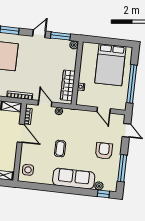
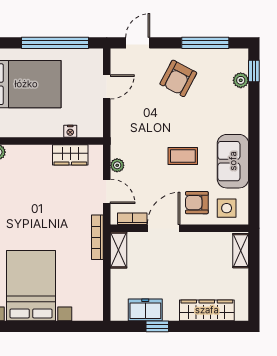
wardrobe: (68, 85) -> (70, 155), width x0.67
door: (45, 104) -> (107, 191), swing flipped
armchair: (104, 151) -> (178, 78), turned -62
armchair: (33, 154) -> (197, 203), added
sofa: (74, 179) -> (233, 161), moved, width x0.73

